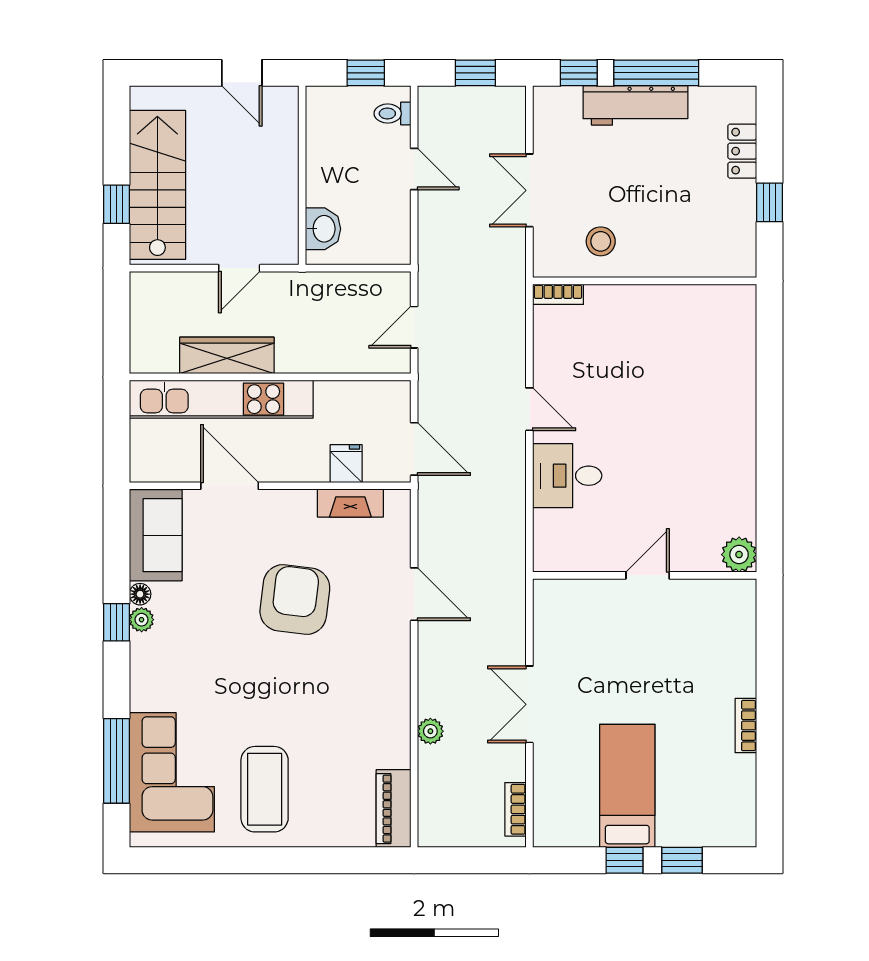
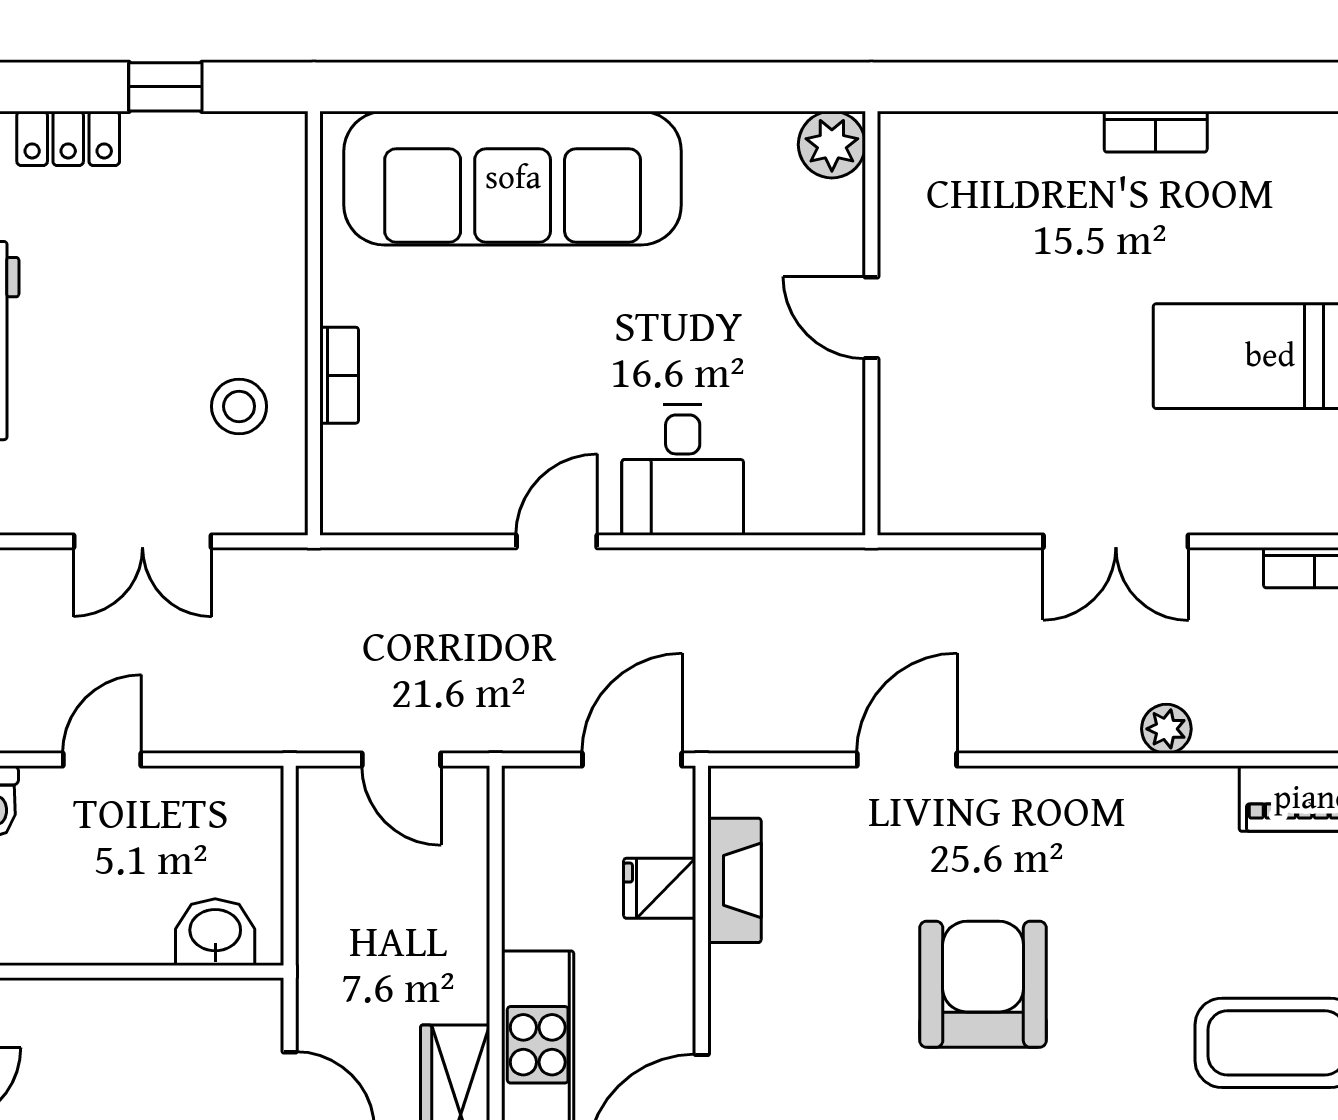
bookcase: (558, 294) -> (339, 375), moved
sofa: (721, 386) -> (513, 178), added
armchair: (295, 600) -> (983, 984), moved, turned 83

